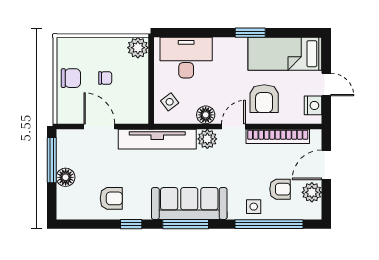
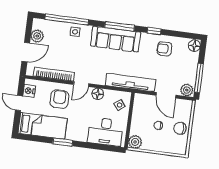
plant: (207, 139) -> (187, 90), moved
floor lamp: (66, 177) -> (194, 46), moved
armchair: (280, 189) -> (57, 41), removed

